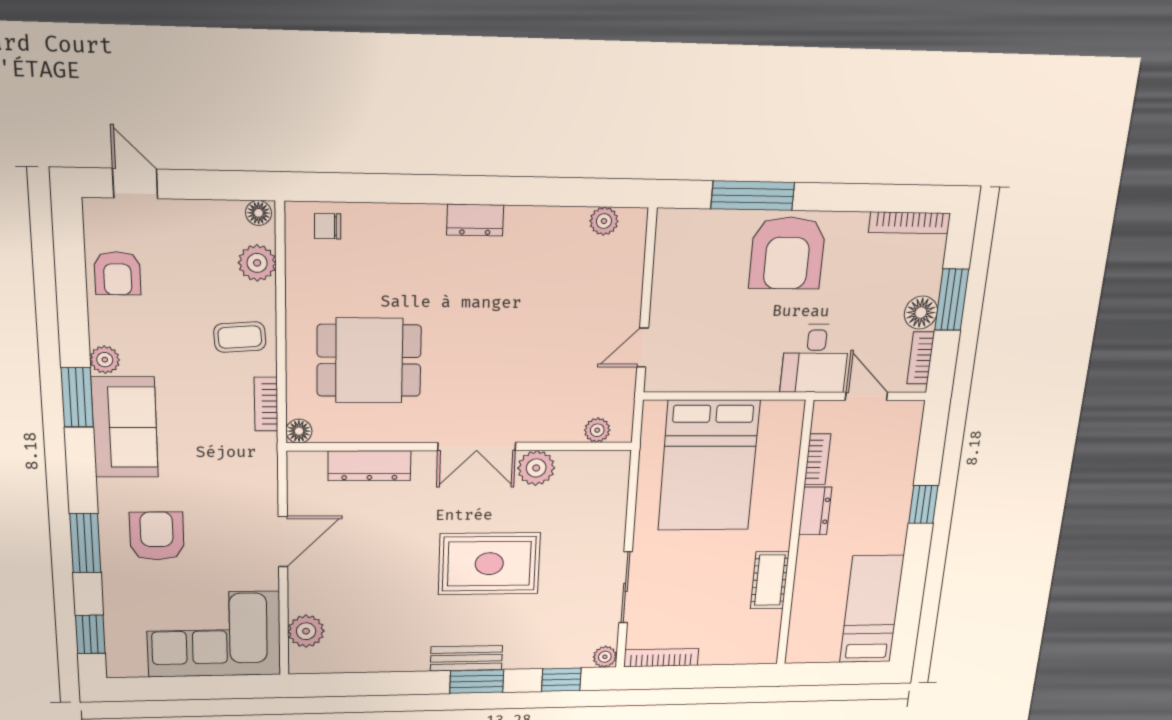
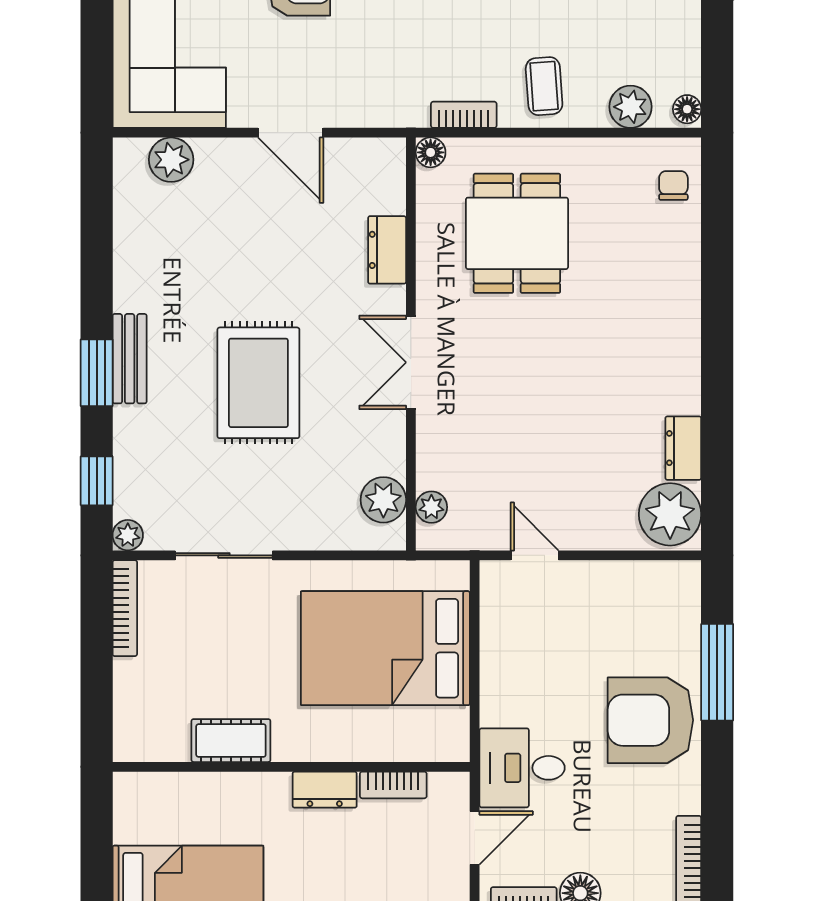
dresser: (475, 220) -> (683, 448), moved
plant: (604, 221) -> (670, 514), width x1.87, depth x1.87
dresser: (369, 466) -> (387, 250), width x0.70
plant: (536, 468) -> (383, 500), moved

